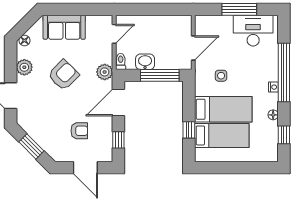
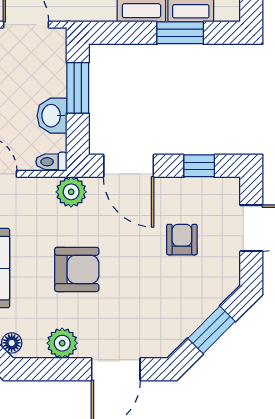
armchair: (63, 75) -> (77, 269), turned 135
window: (160, 75) -> (78, 88), width x0.69
window: (189, 130) -> (180, 33), width x1.50

